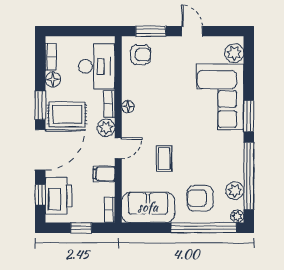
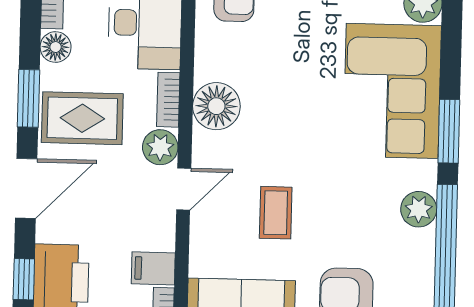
floor lamp: (128, 107) -> (216, 106), width x1.89, depth x1.89
door: (40, 150) -> (26, 188), width x0.73
filing cabinet: (104, 174) -> (153, 268), moved
plant: (235, 191) -> (419, 209), moved

